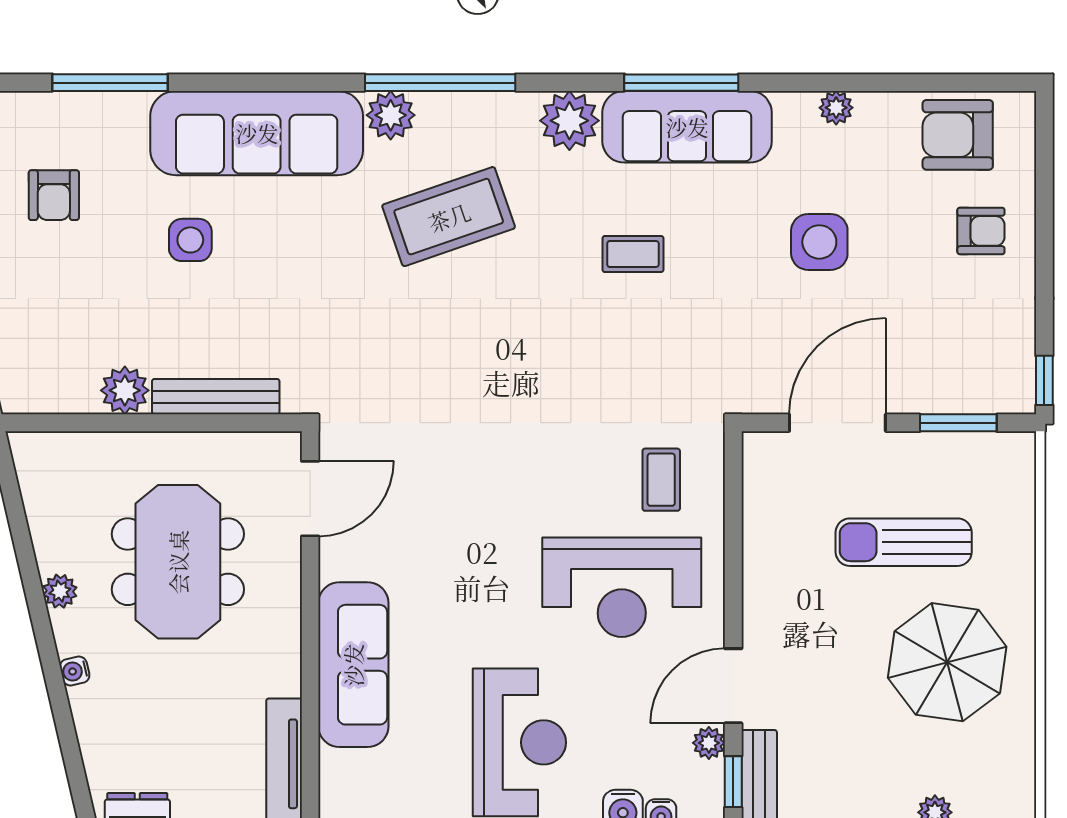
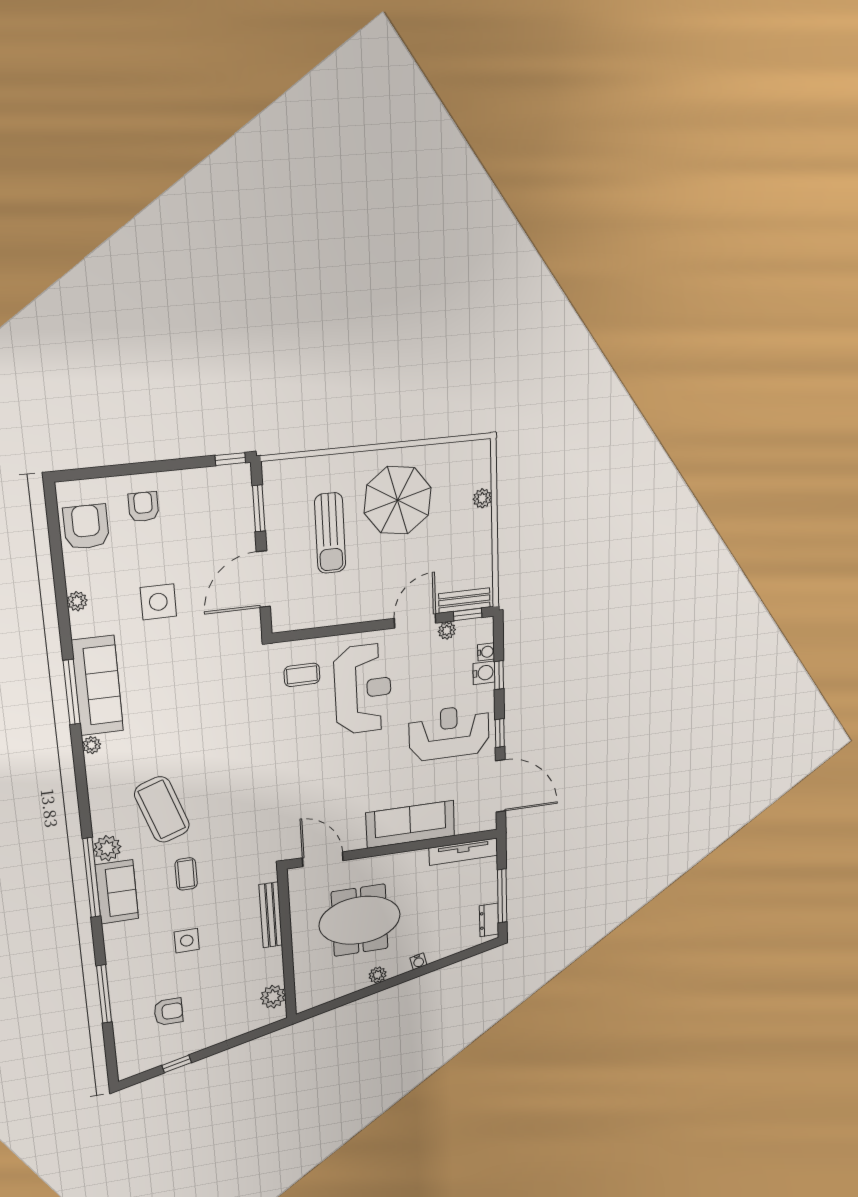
window: (440, 83) -> (92, 878), moved
plant: (569, 121) -> (92, 745), width x0.53, depth x0.53
sofa: (257, 133) -> (117, 892), width x0.54, depth x0.79
armchair: (958, 135) -> (86, 527), turned 180
coffee table: (633, 254) -> (186, 874), moved
plant: (125, 390) -> (273, 997), moved
door: (837, 423) -> (263, 579), hinge flipped
door: (733, 686) -> (415, 621), swing flipped

